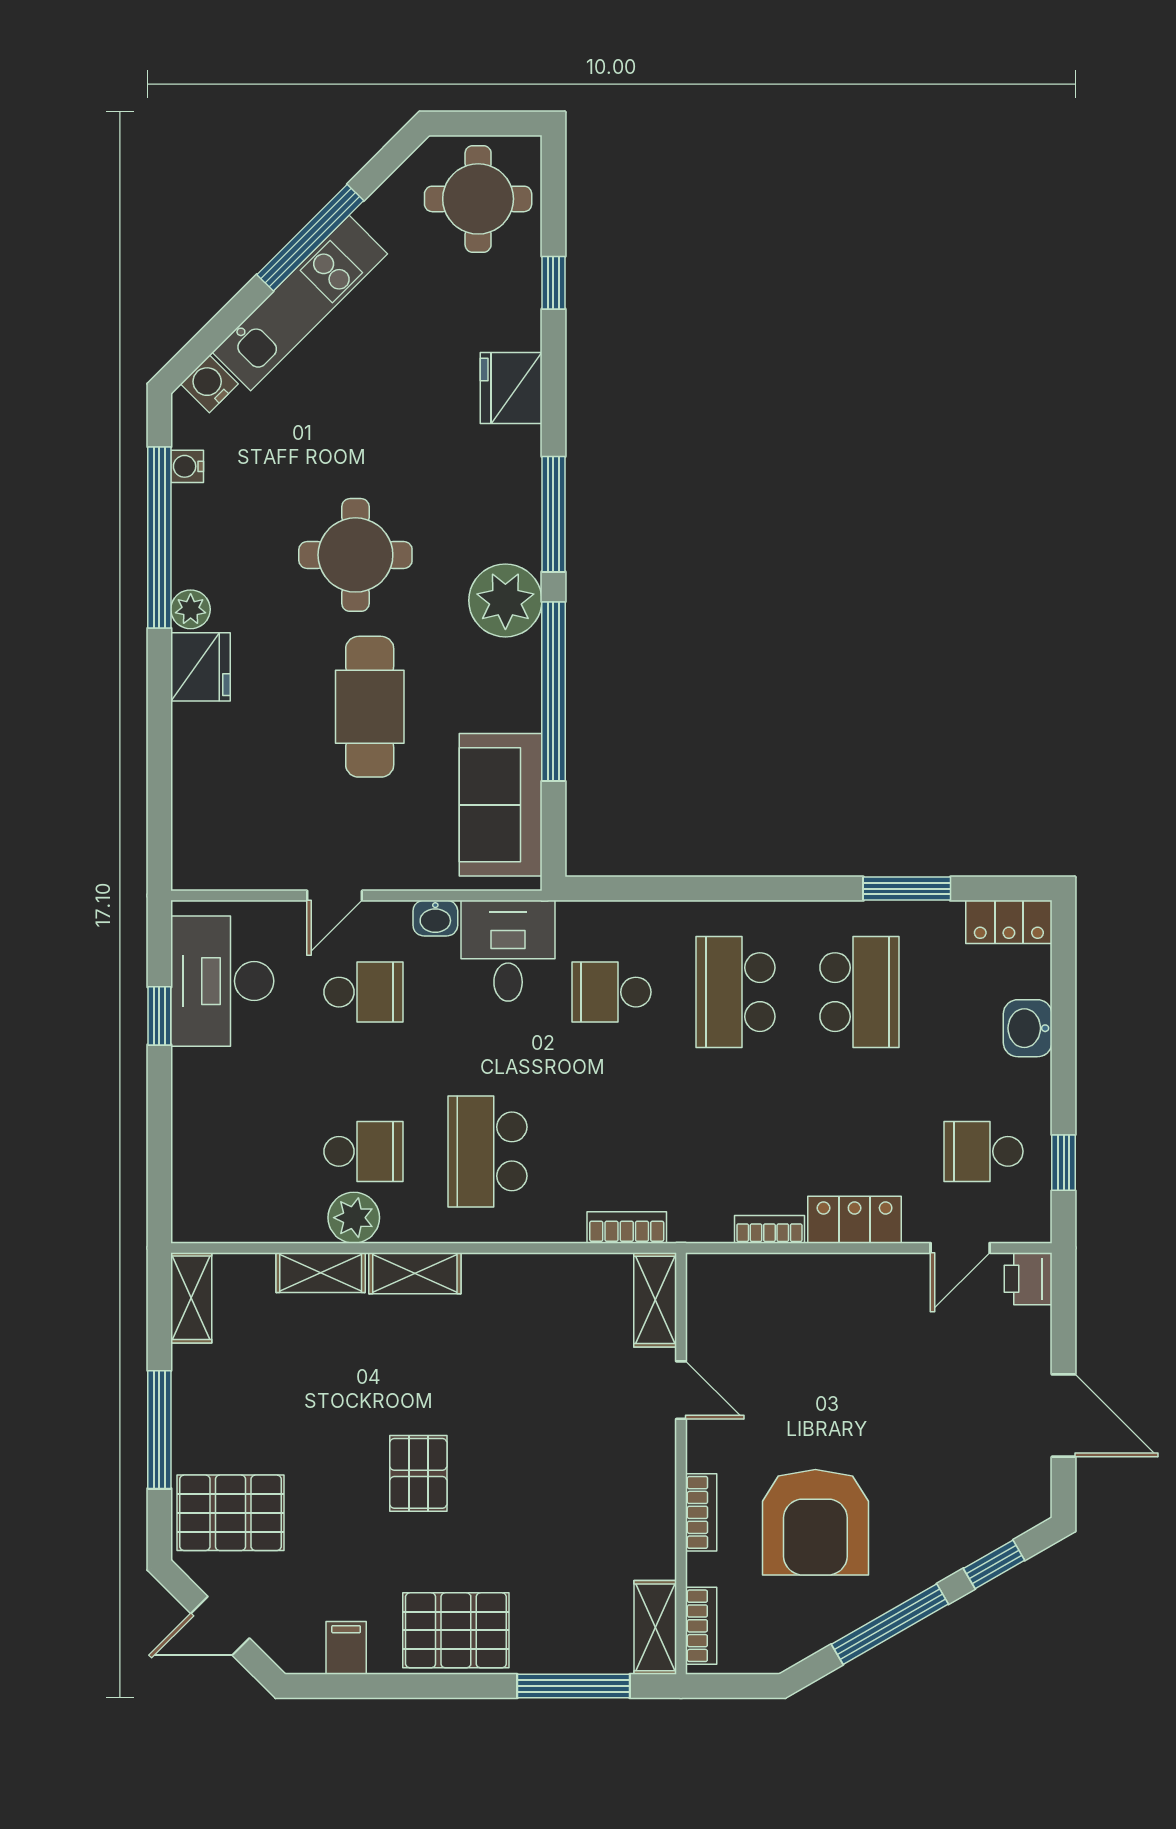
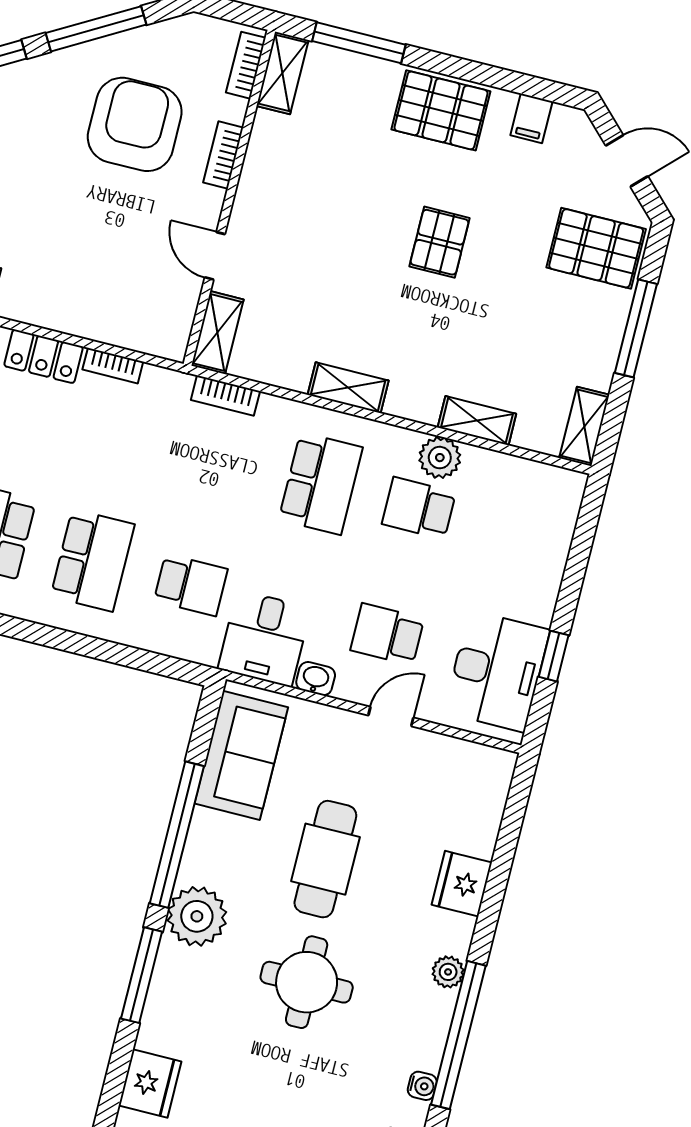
fridge: (201, 667) -> (462, 884), moved
shelving: (415, 1273) -> (348, 388), moved

